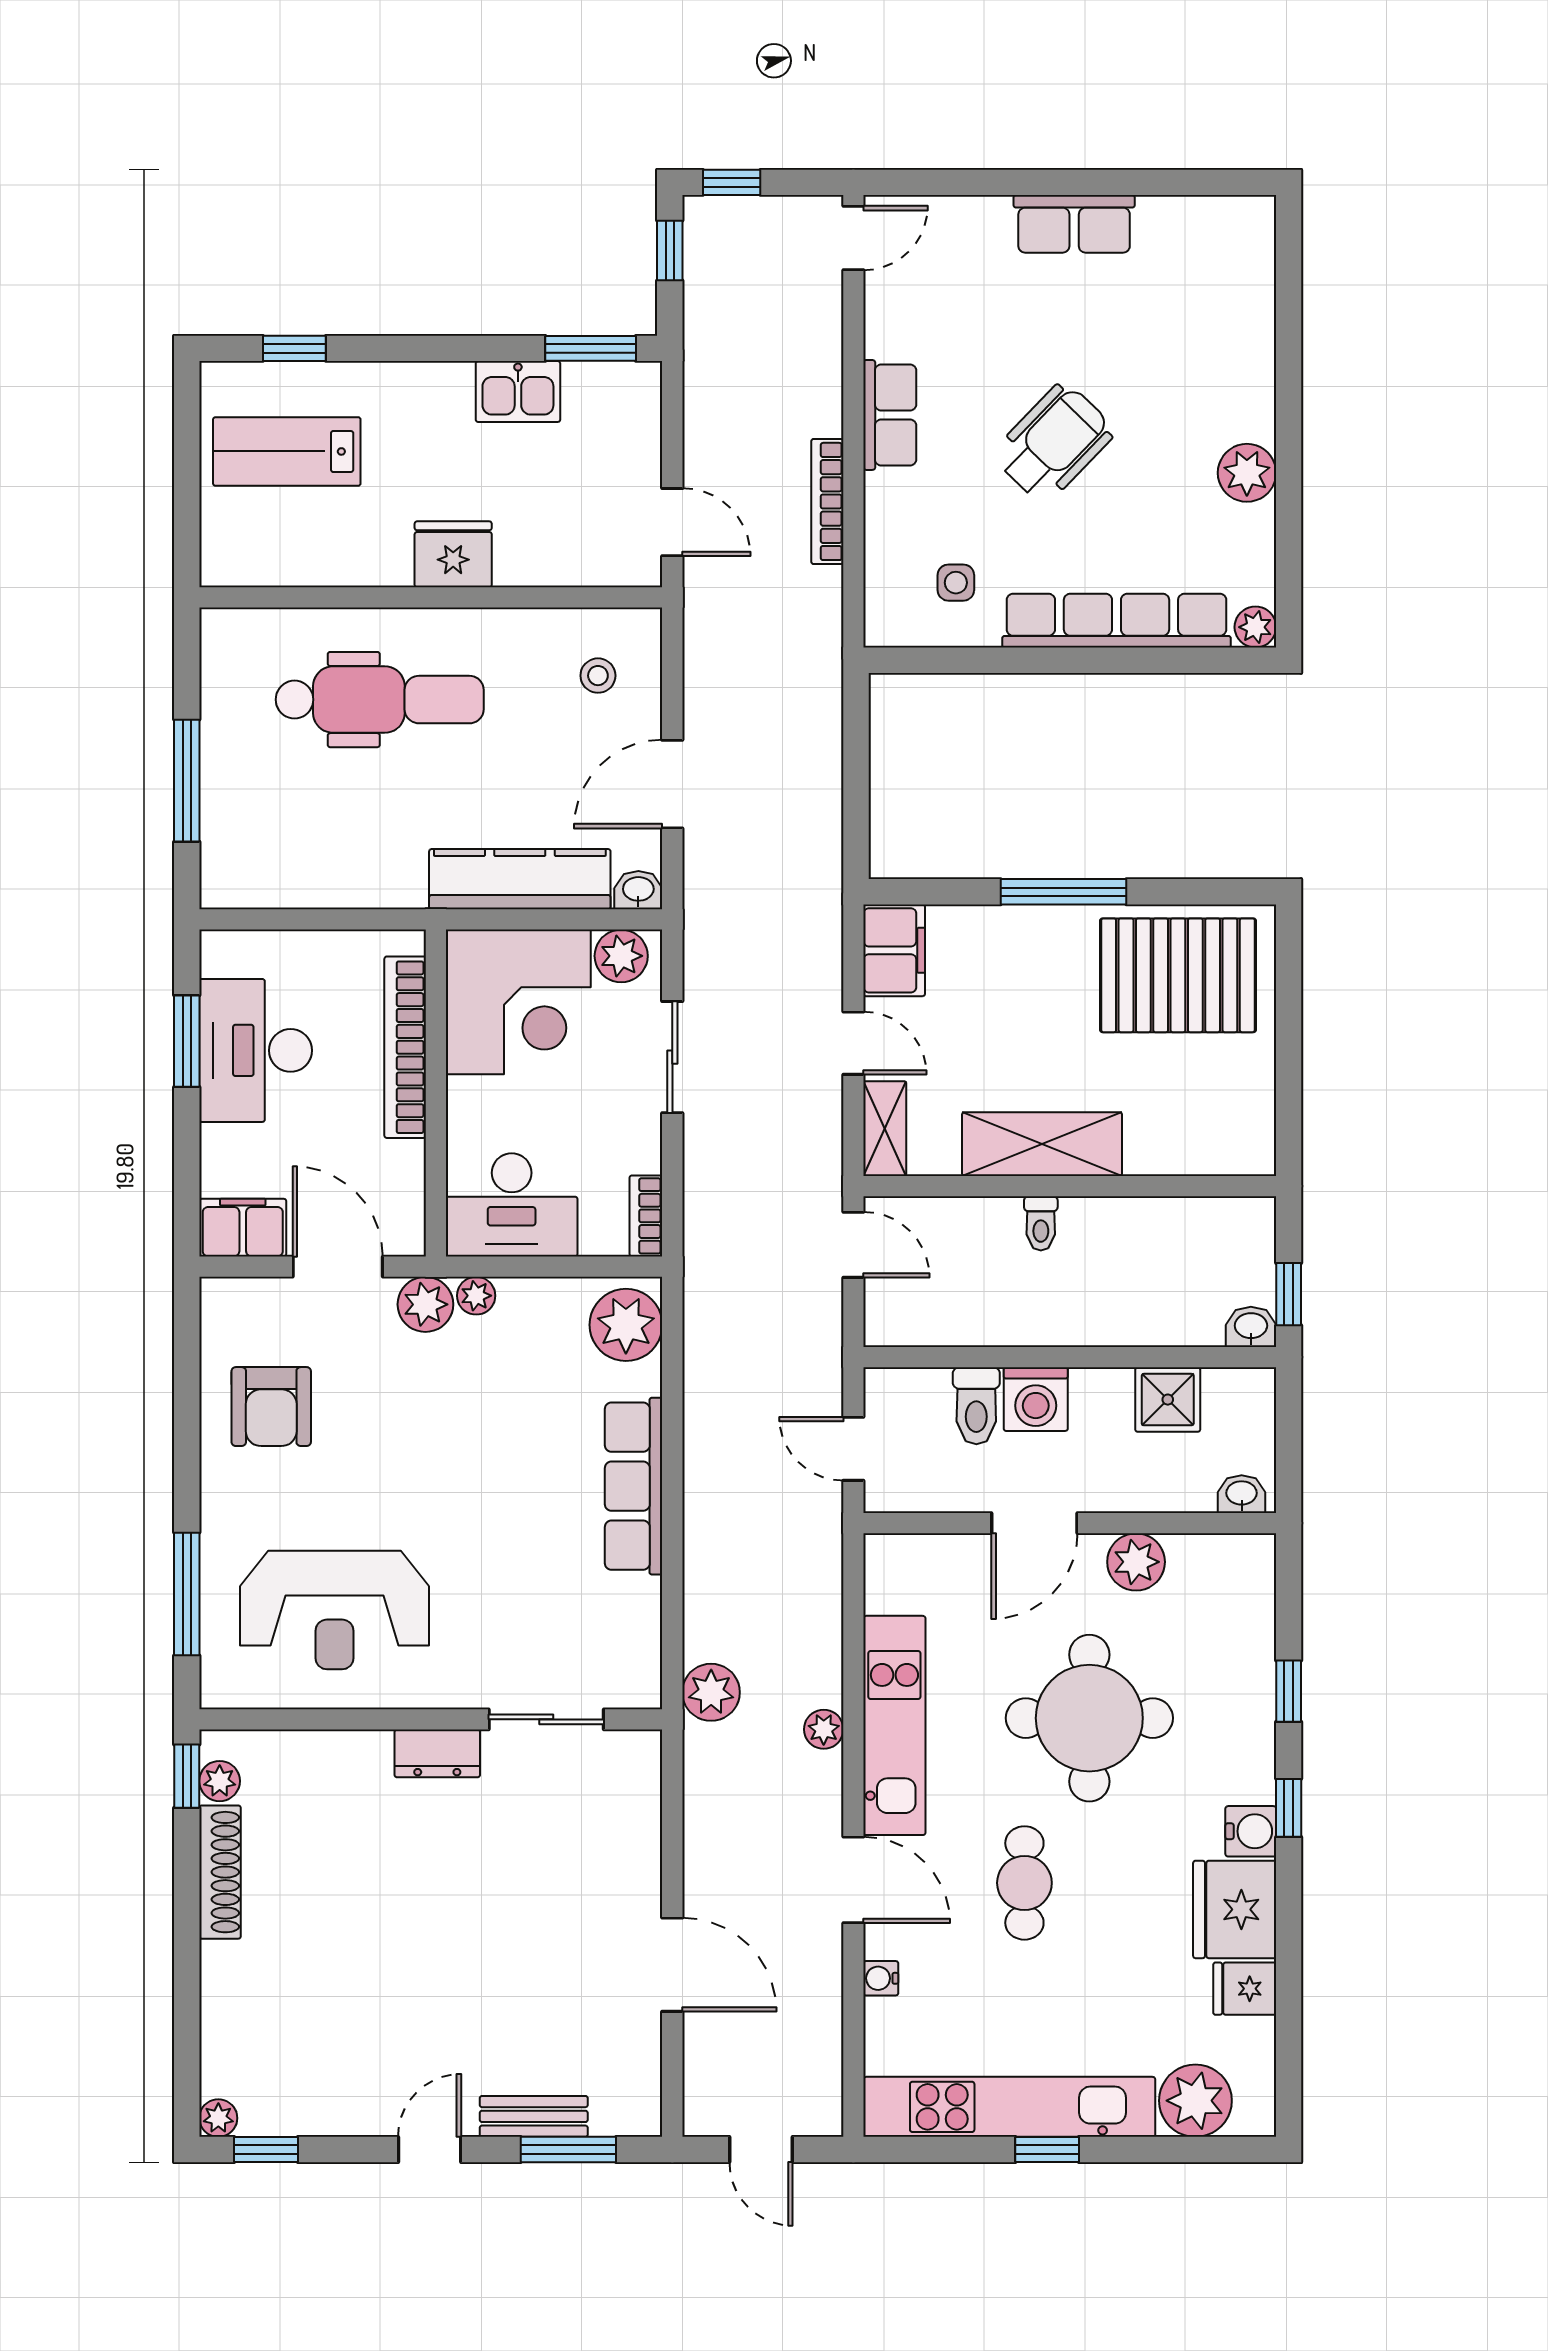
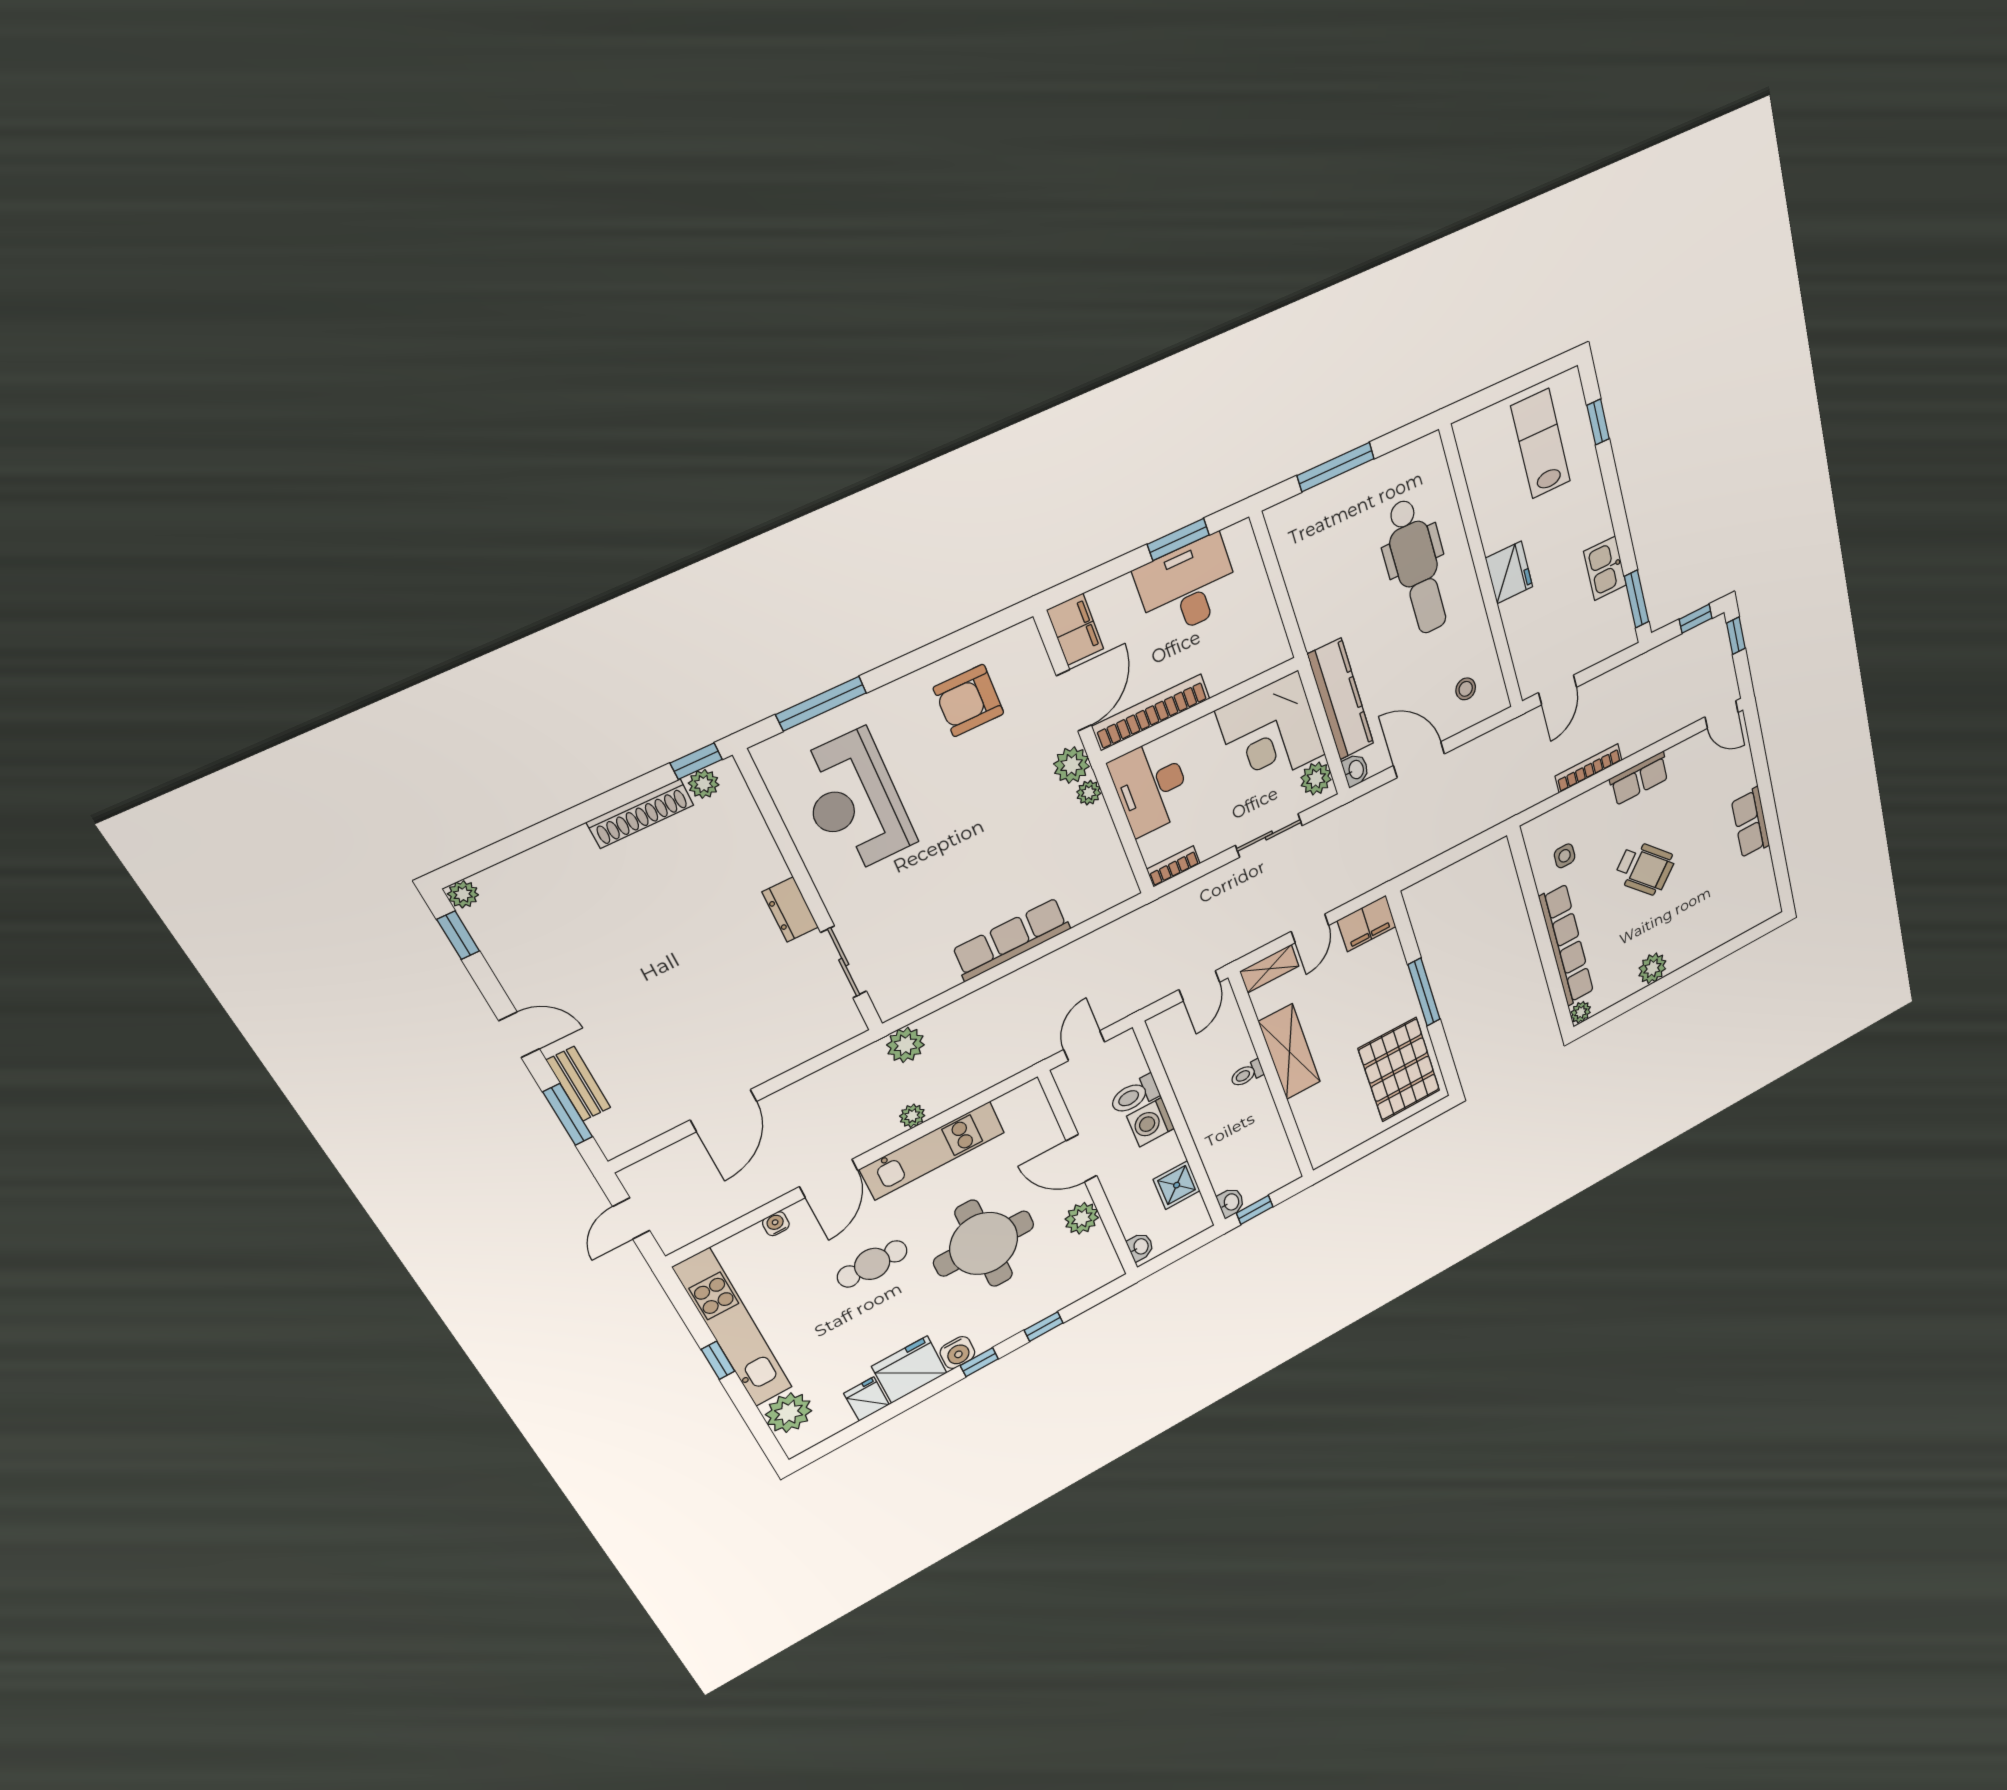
bookcase: (405, 1047) -> (1151, 712), moved
plant: (626, 1325) -> (1105, 887), removed

